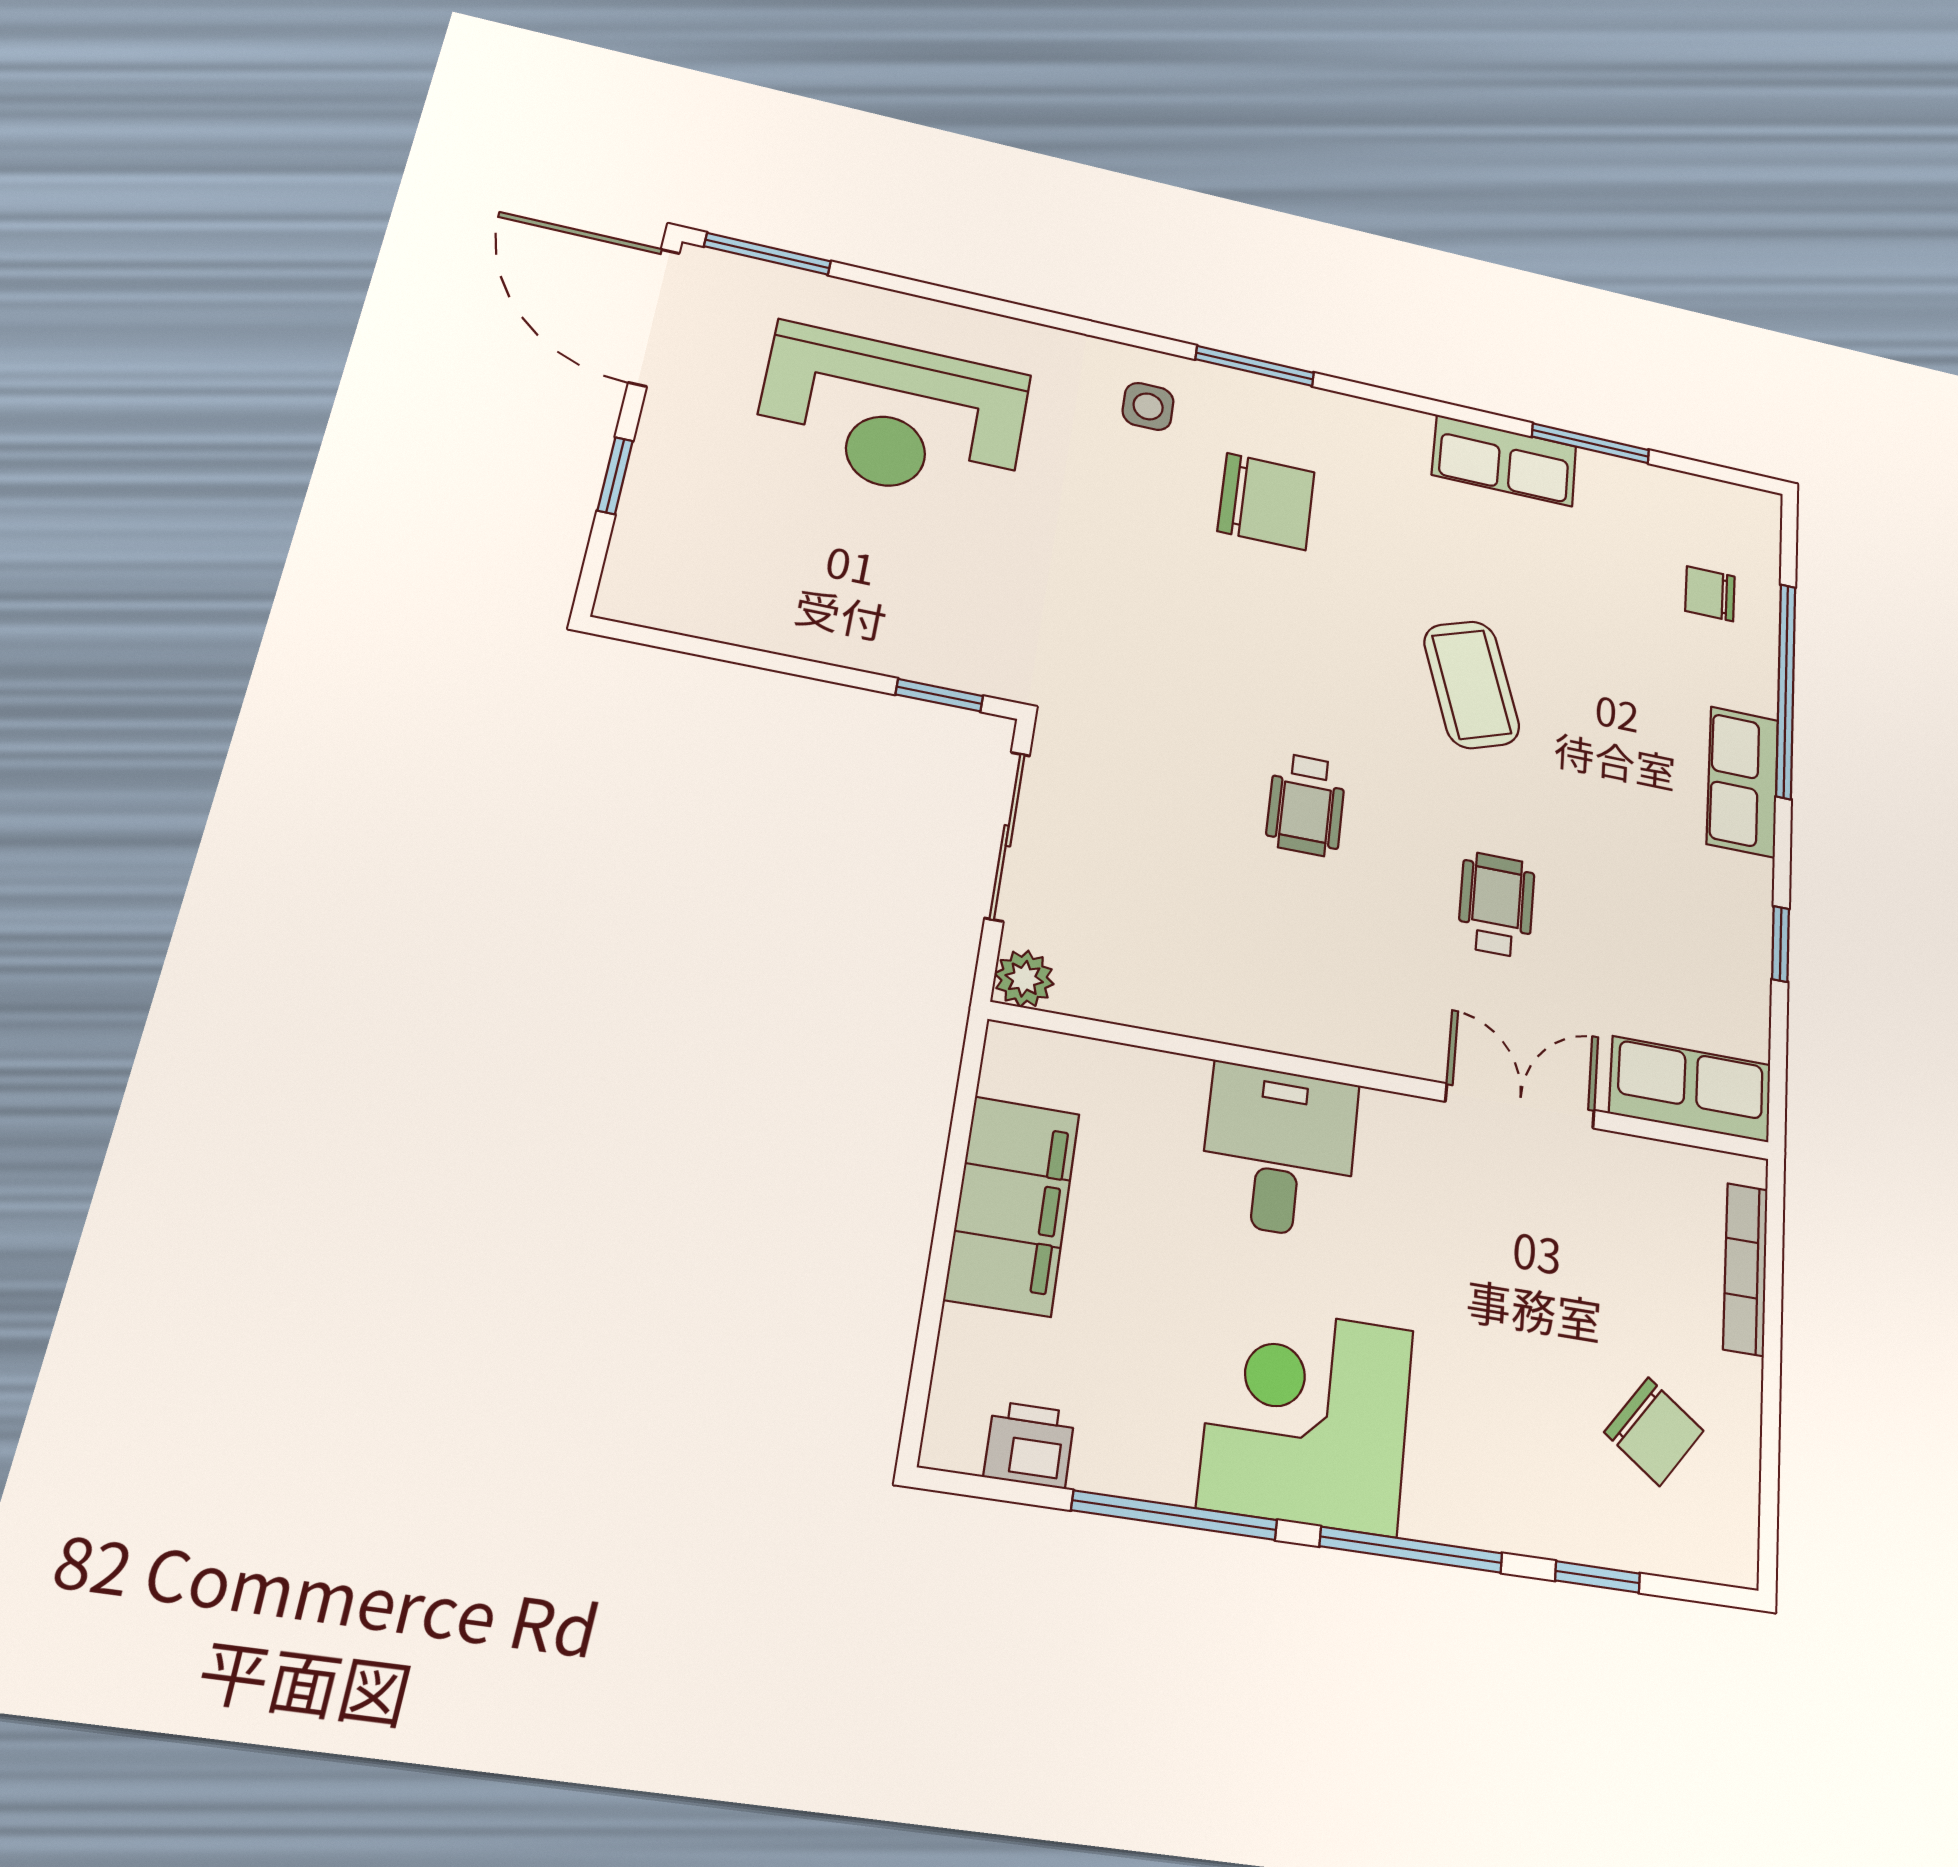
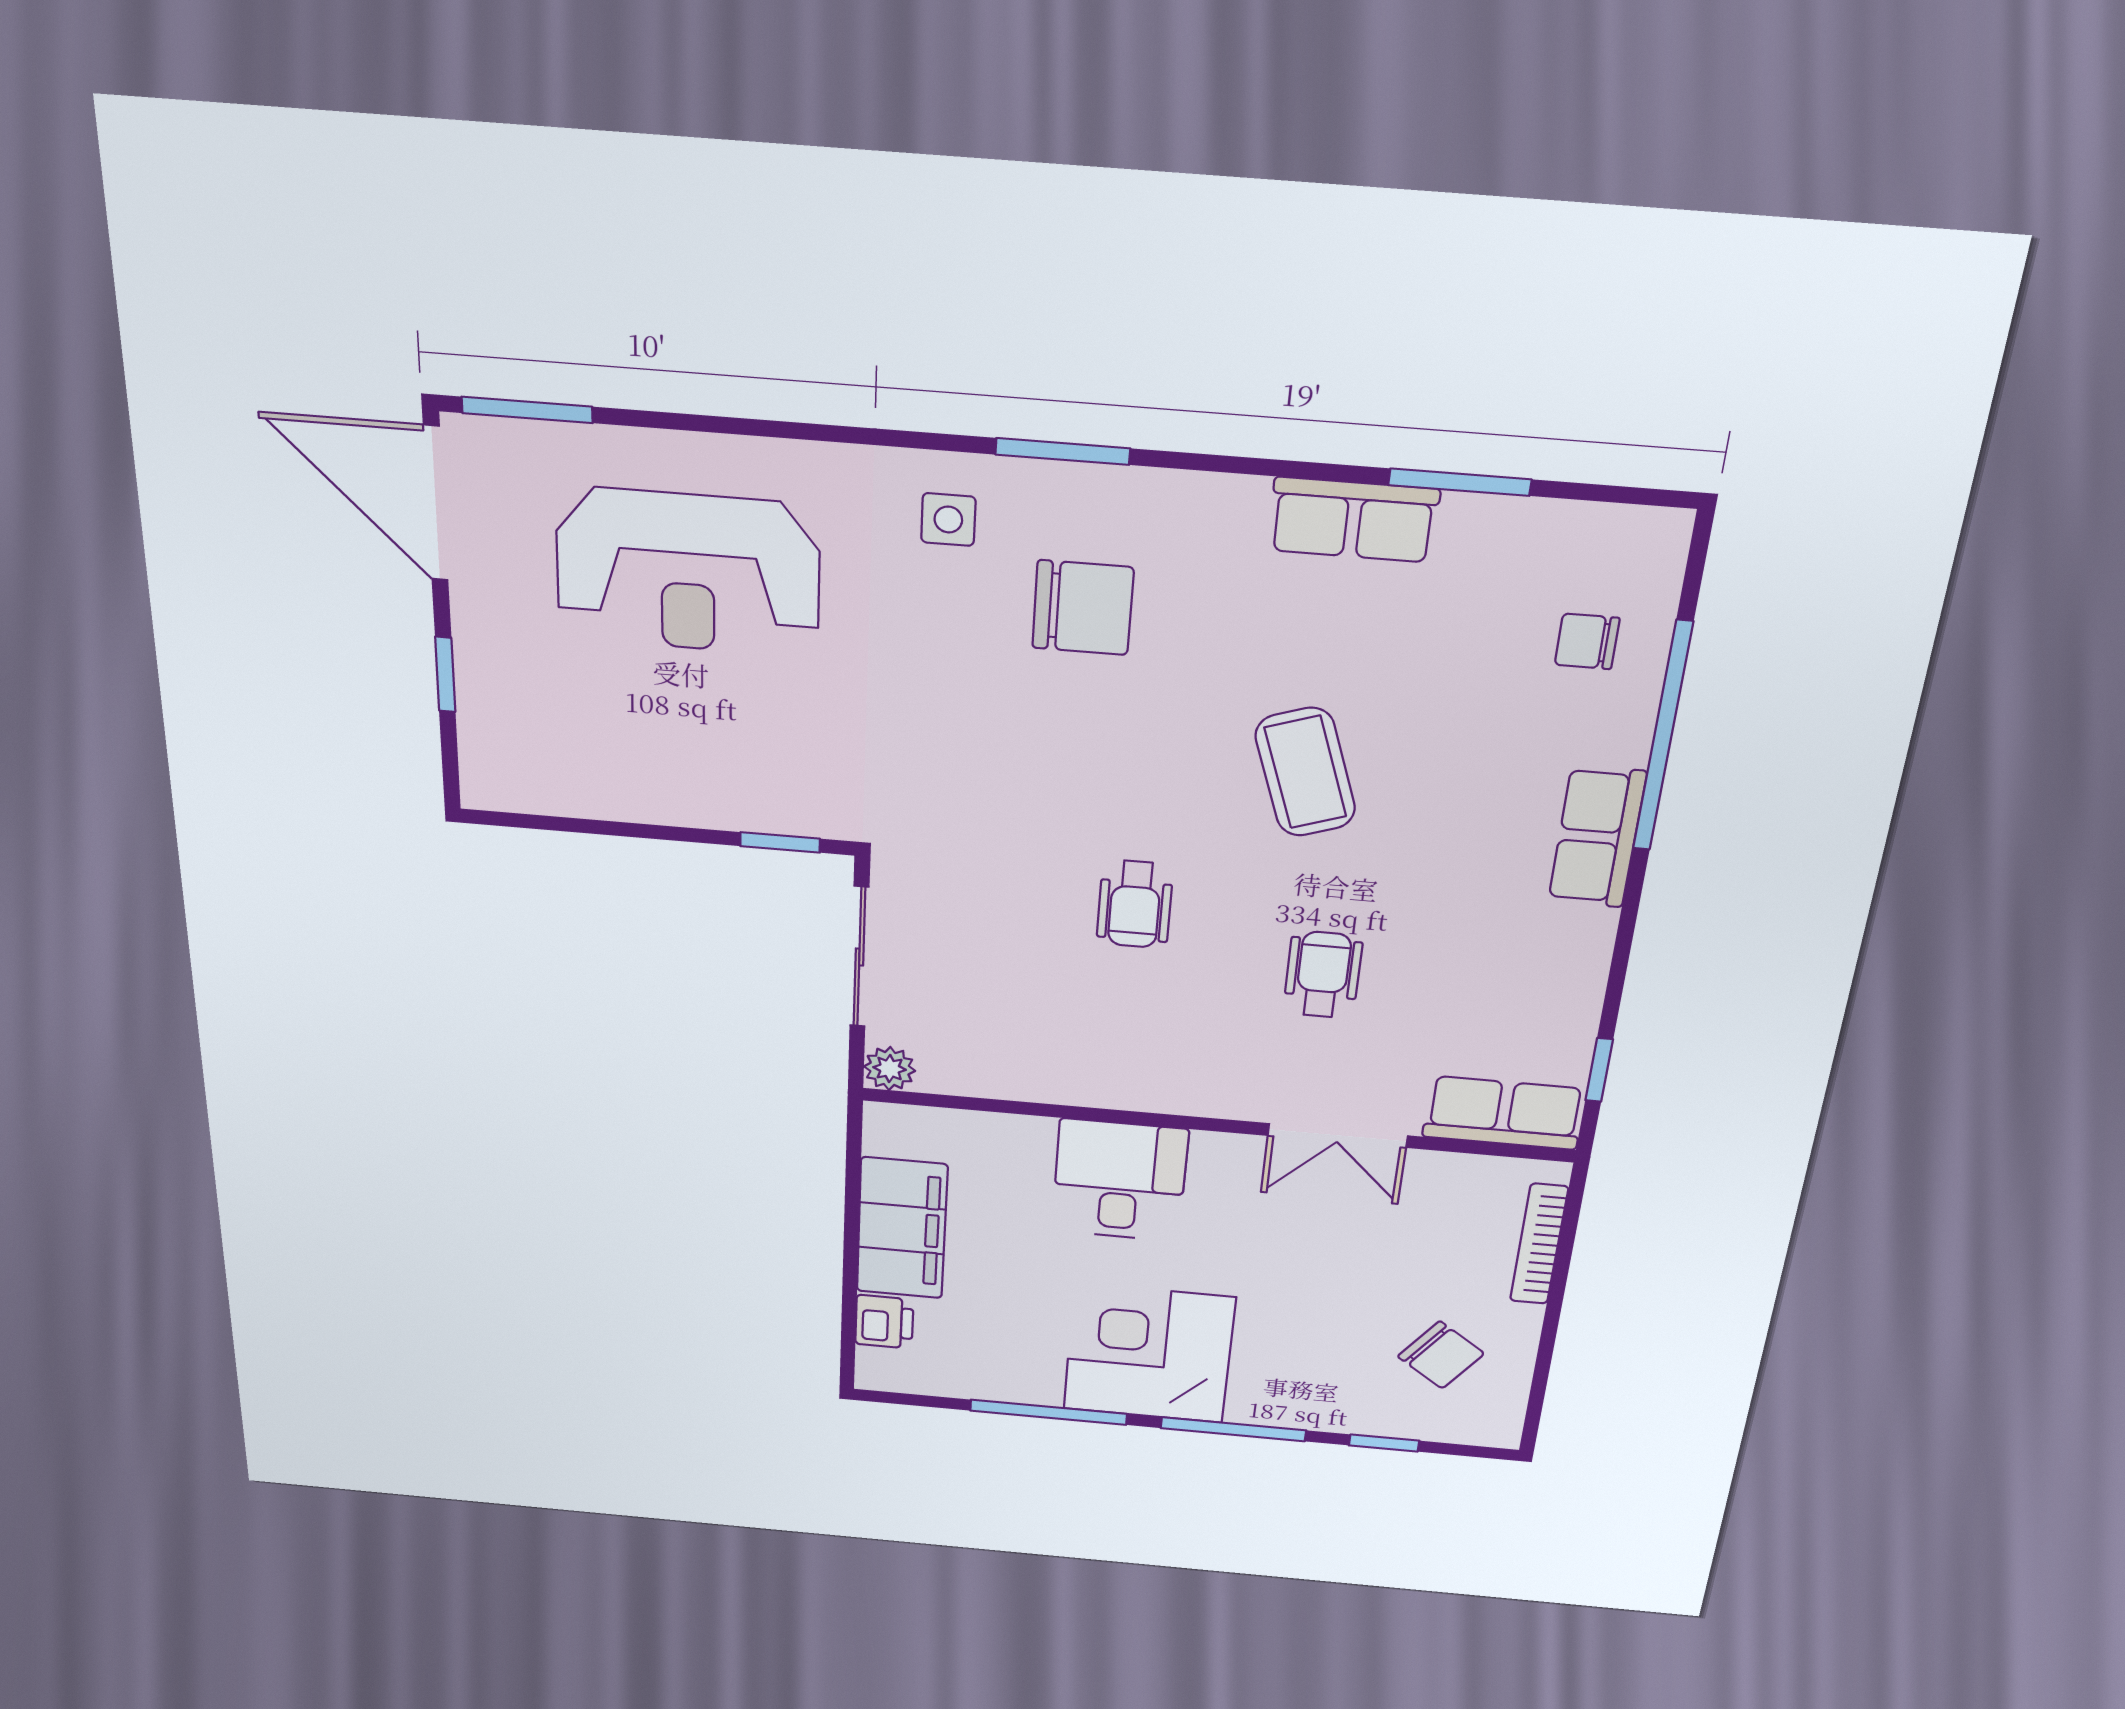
window: (1781, 944) -> (1599, 1070), moved
double door: (1520, 1106) -> (1338, 1136), swing flipped
printer: (1029, 1445) -> (884, 1322), moved, turned 90

